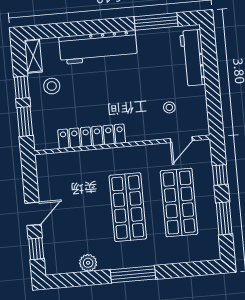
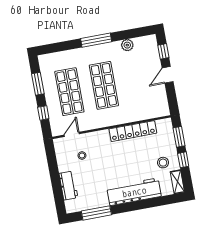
workbench: (193, 58) -> (68, 186), width x0.73

